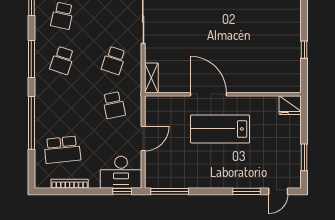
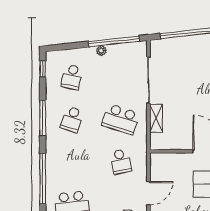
school desk: (114, 60) -> (121, 119), width x1.85
shelving: (151, 78) -> (156, 118), moved

